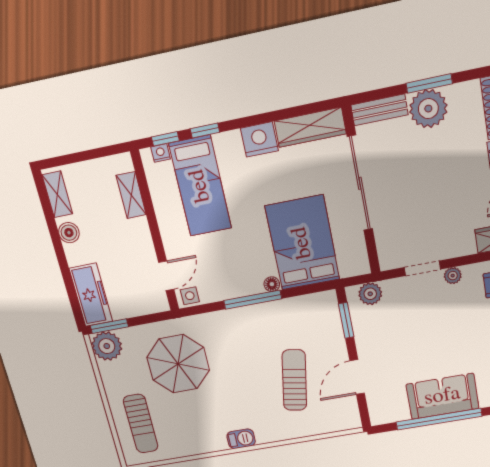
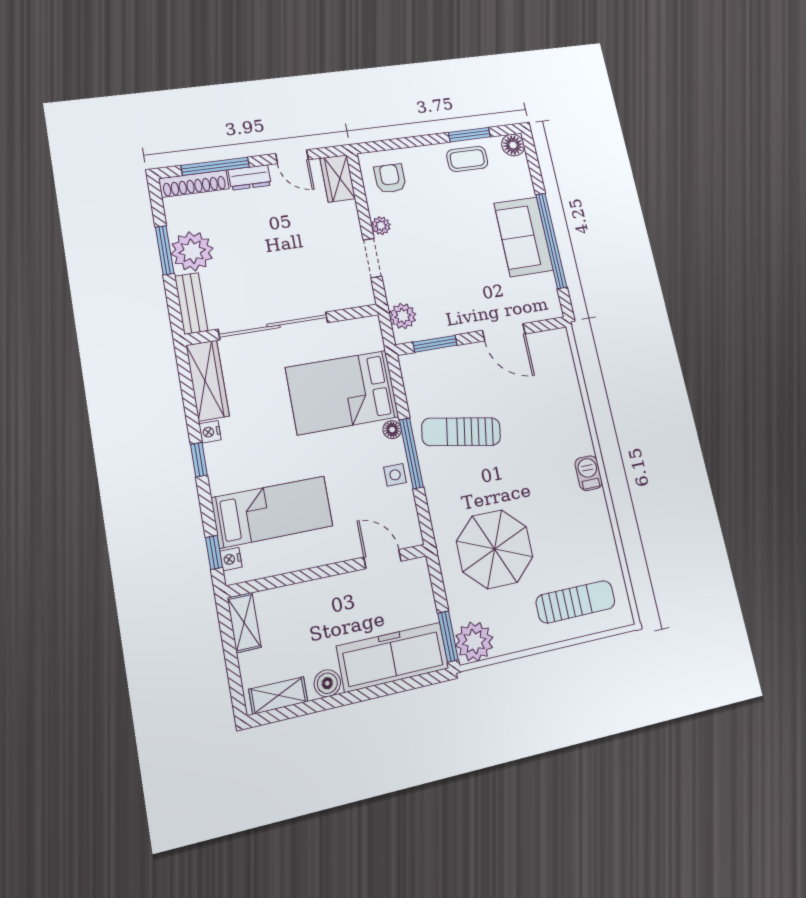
window: (205, 130) -> (199, 460), moved
nightstand: (259, 139) -> (210, 432), width x0.53, depth x0.56
shelving: (131, 195) -> (244, 623), moved, turned 90
freezer: (91, 295) -> (393, 657), width x1.36, depth x1.26
side table: (190, 296) -> (395, 475), moved
sun lounger: (294, 380) -> (461, 432), moved

